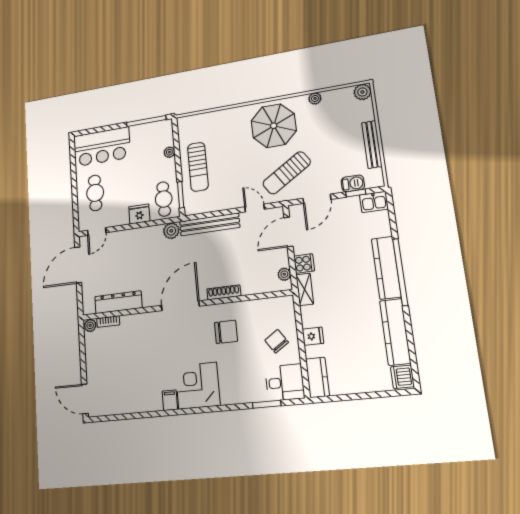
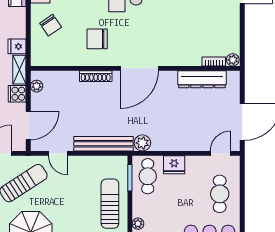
fridge: (313, 336) -> (17, 46), moved

